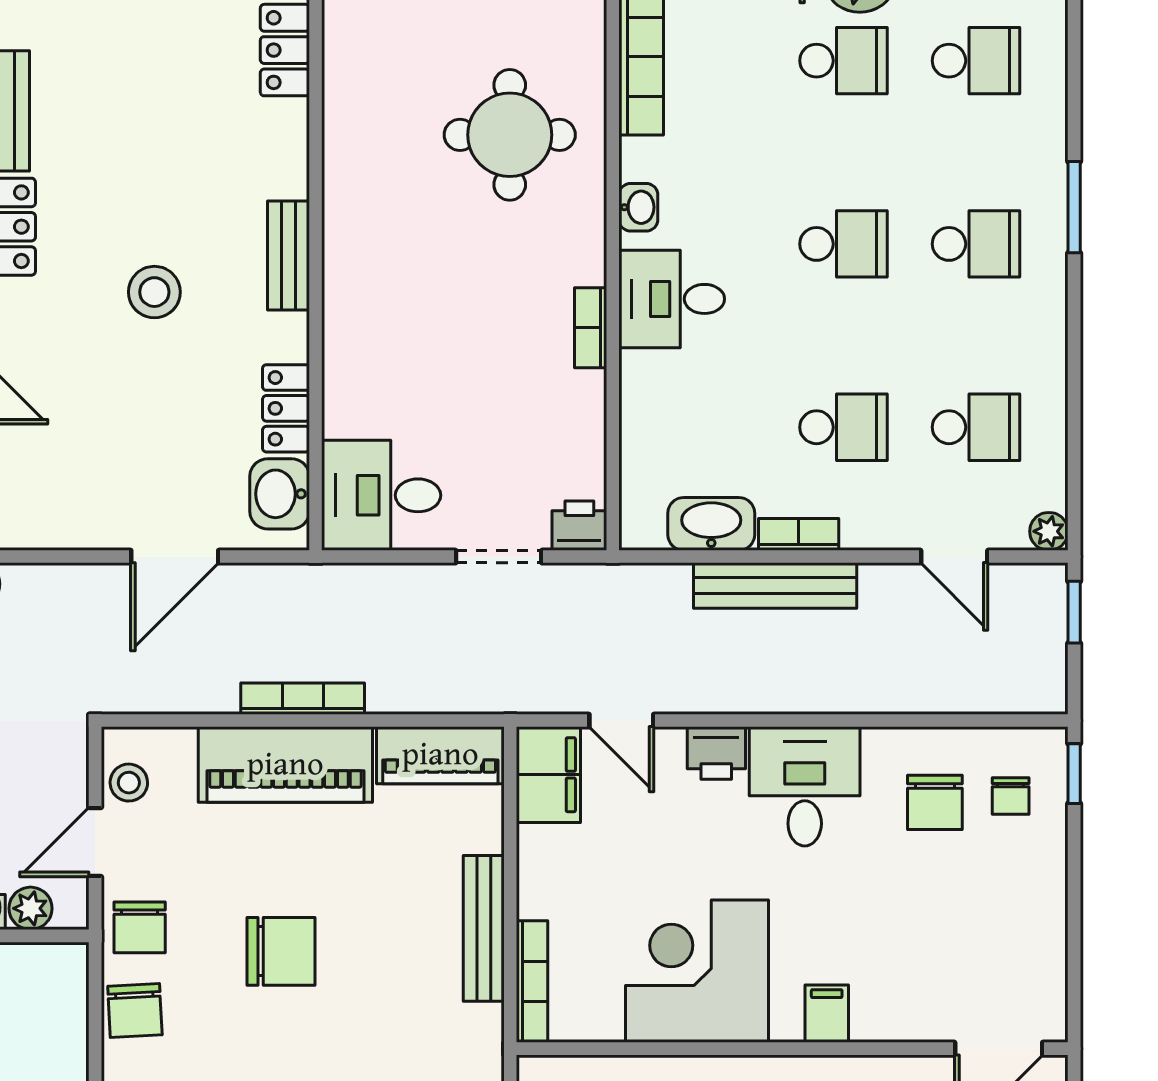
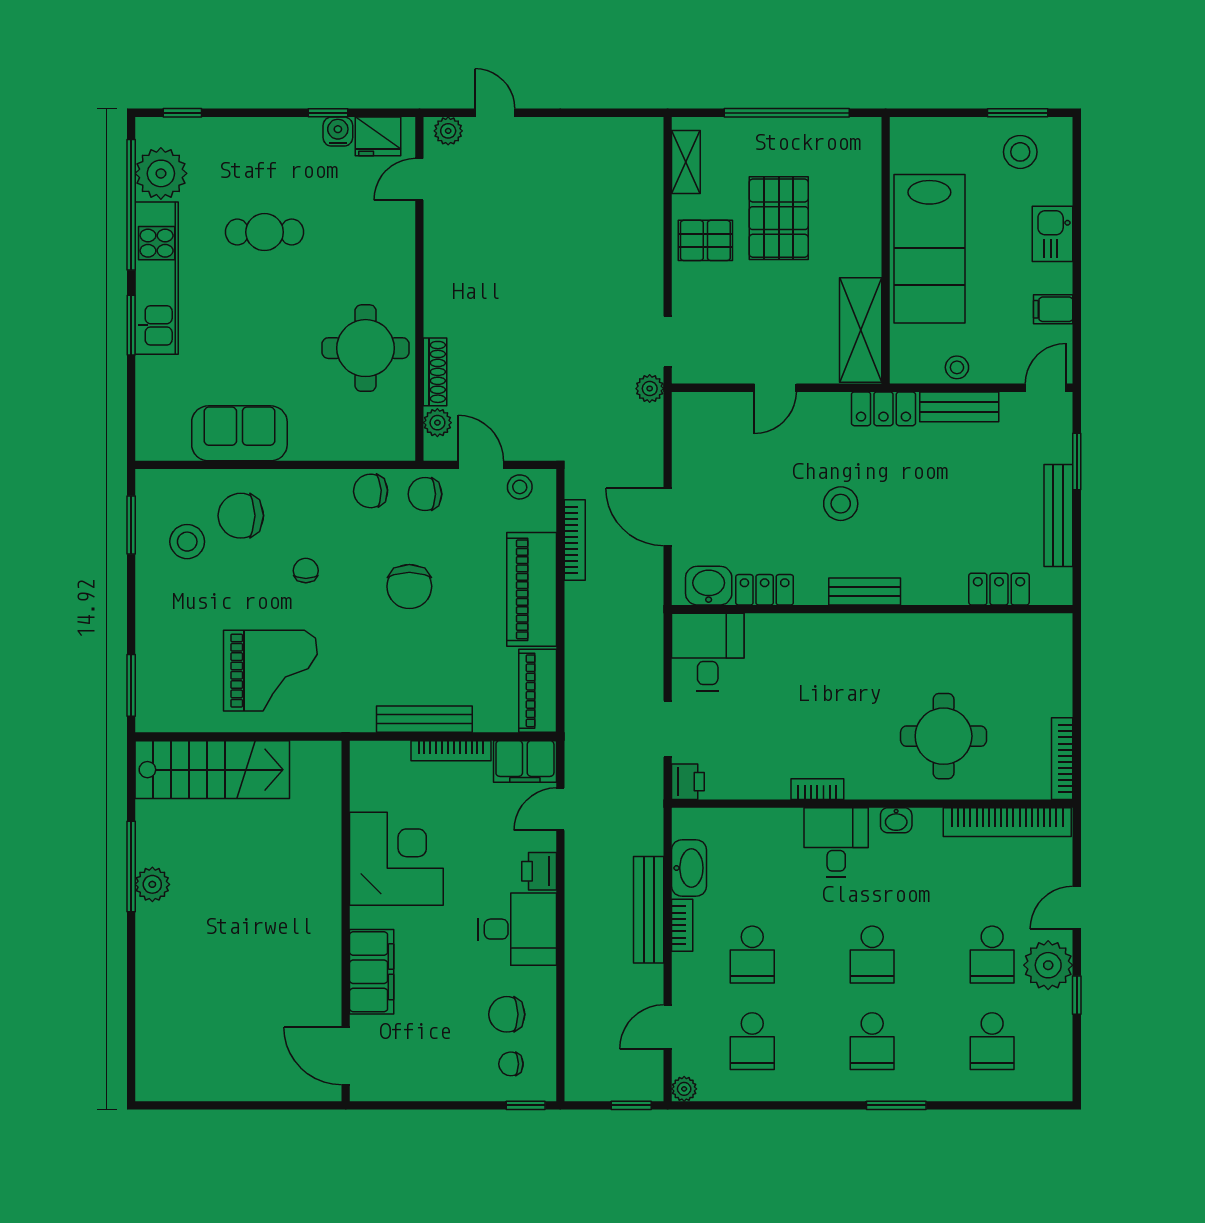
bookcase: (303, 699) -> (575, 540), moved
bookcase: (532, 981) -> (451, 751), moved
filing cabinet: (827, 1014) -> (372, 972), width x3.00, depth x1.17

